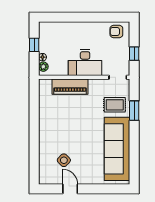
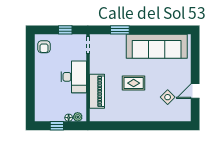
rug: (115, 105) -> (134, 83), moved, turned 90

